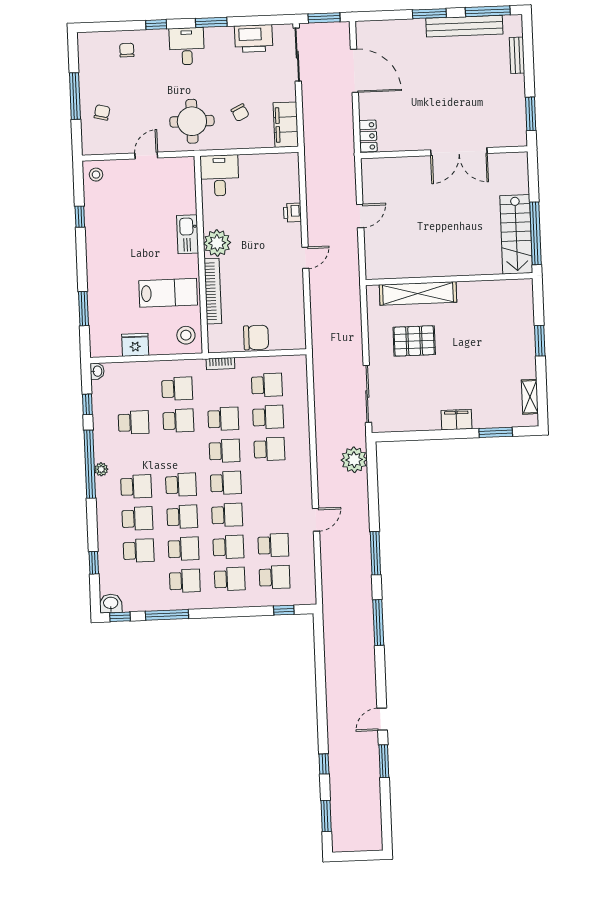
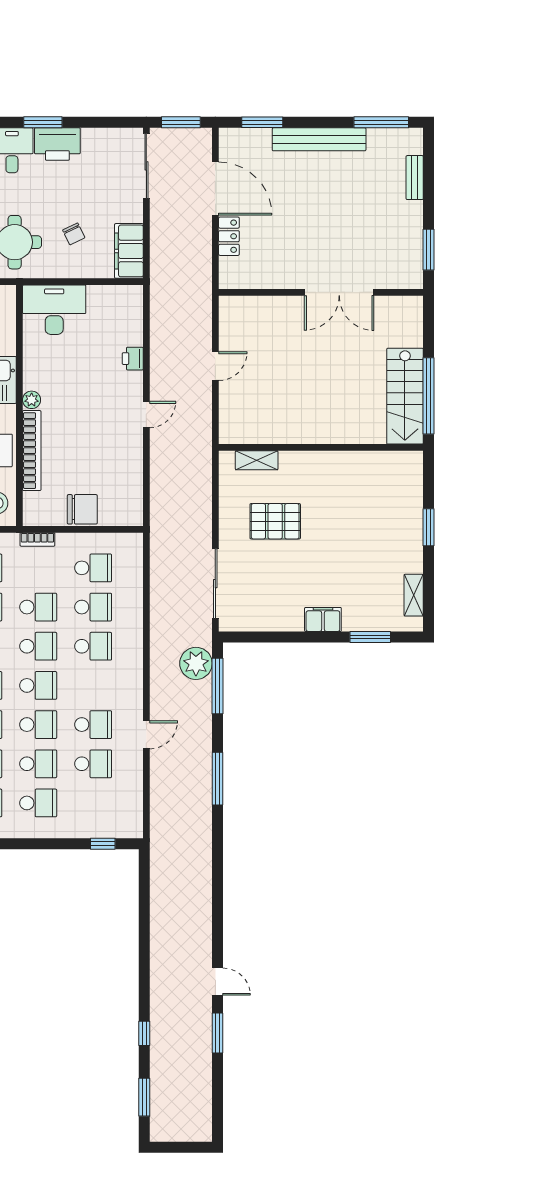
window: (429, 14) -> (262, 122), moved
bench: (464, 26) -> (319, 139), moved
printer: (254, 38) -> (57, 144), moved
locker: (368, 136) -> (229, 236), moved
desk: (220, 175) -> (54, 310), width x1.37
plant: (217, 243) -> (32, 400), width x0.53, depth x0.53
shelving: (418, 293) -> (257, 460), width x0.45, depth x0.75
school desk: (275, 577) -> (93, 725), moved
window: (378, 623) -> (217, 686), moved
door: (382, 719) -> (217, 982), swing flipped

